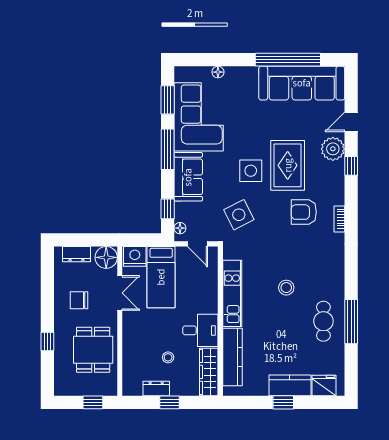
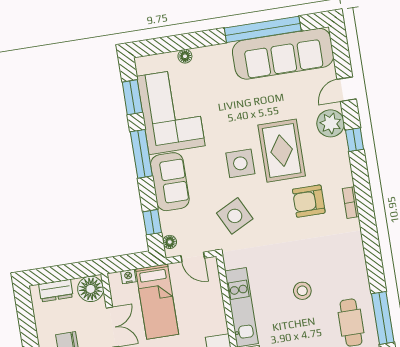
nightstand: (135, 256) -> (128, 277), width x0.53, depth x0.56

